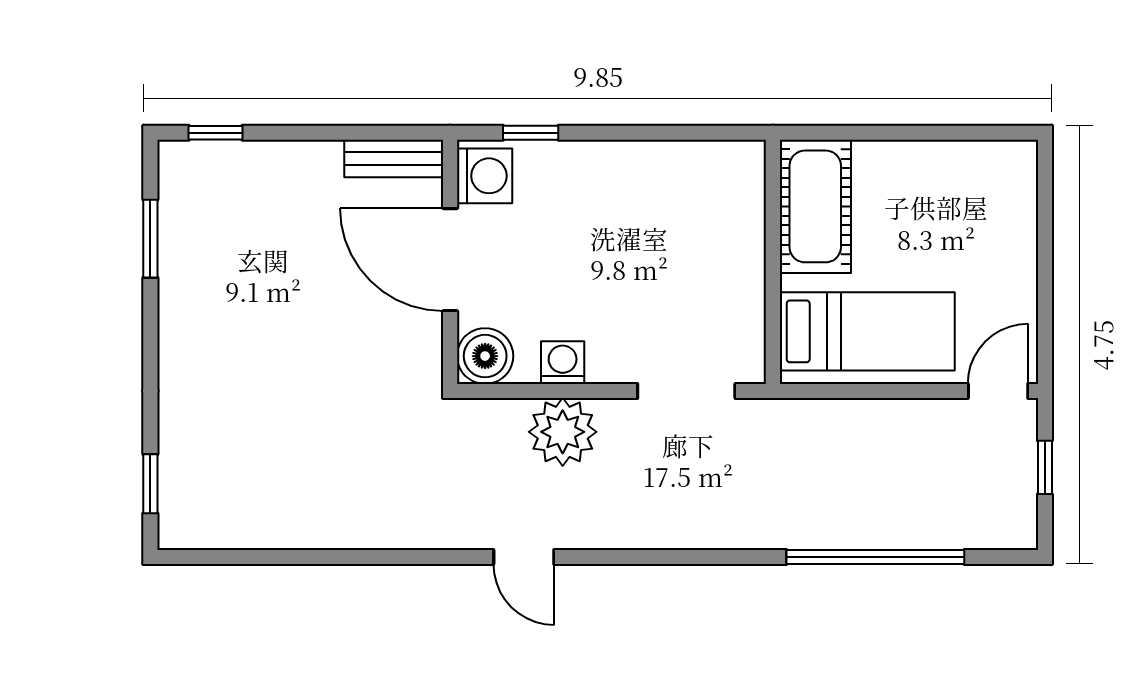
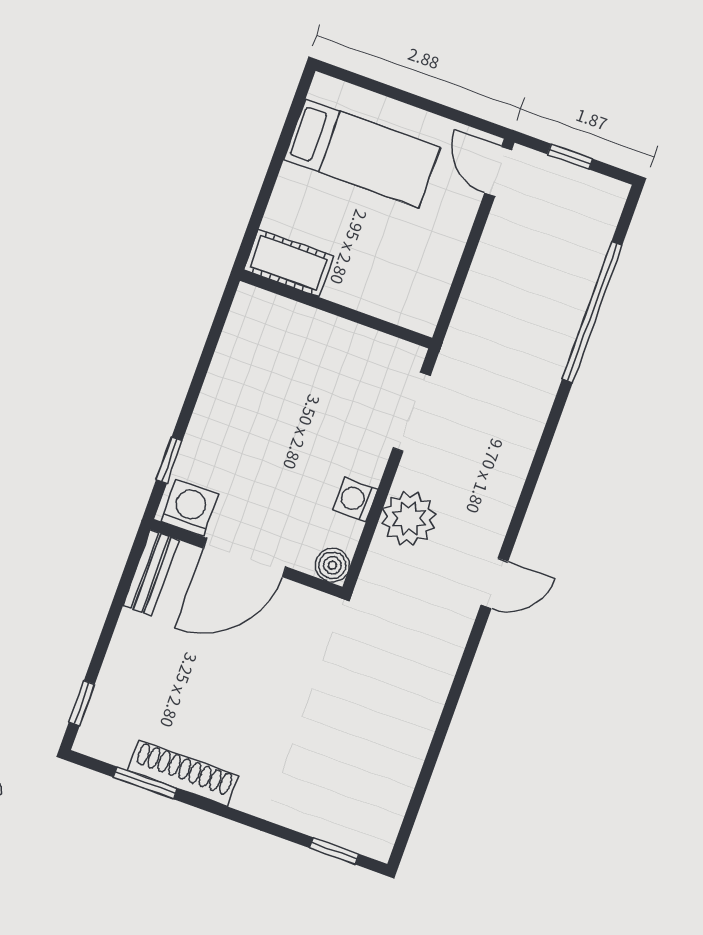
cot: (815, 206) -> (289, 263), width x0.73, depth x0.75
shoe rack: (177, 278) -> (183, 773), added
bed: (867, 331) -> (362, 153), moved, turned 90
boiler: (485, 356) -> (332, 565), width x0.73, depth x0.73

